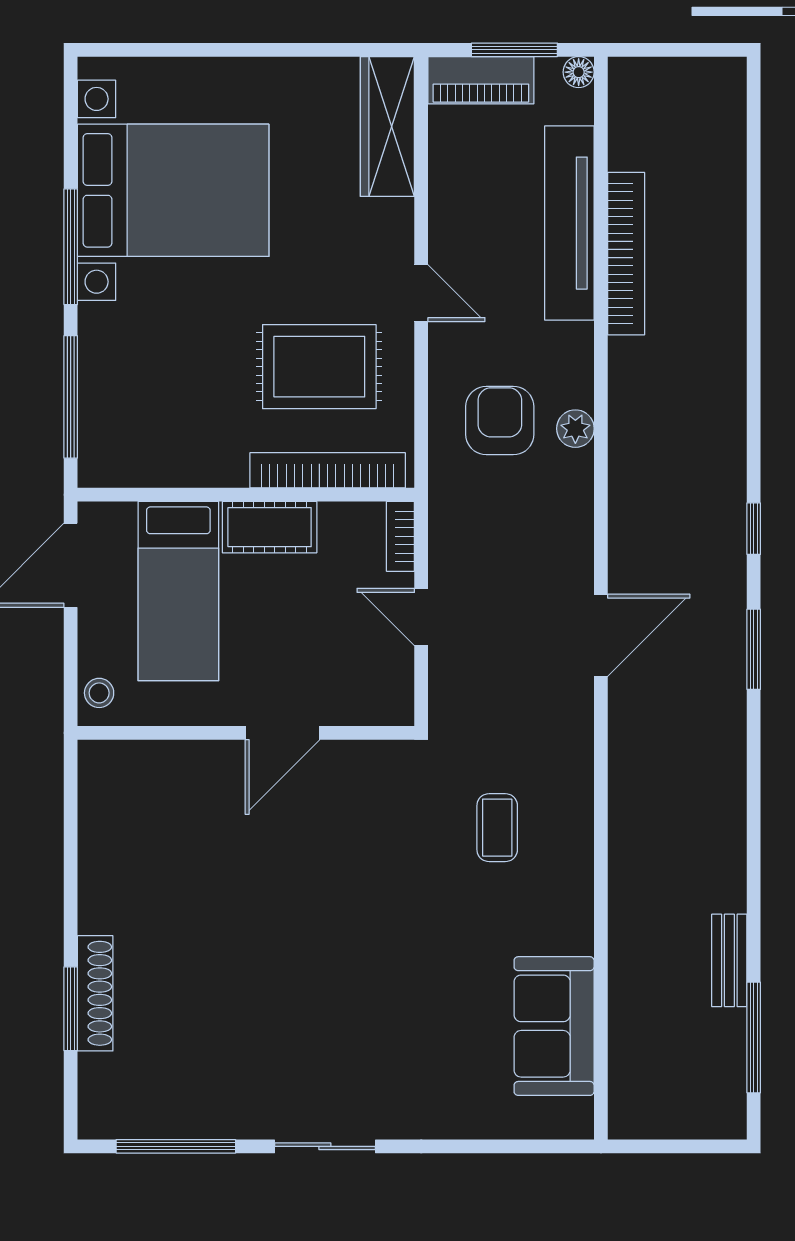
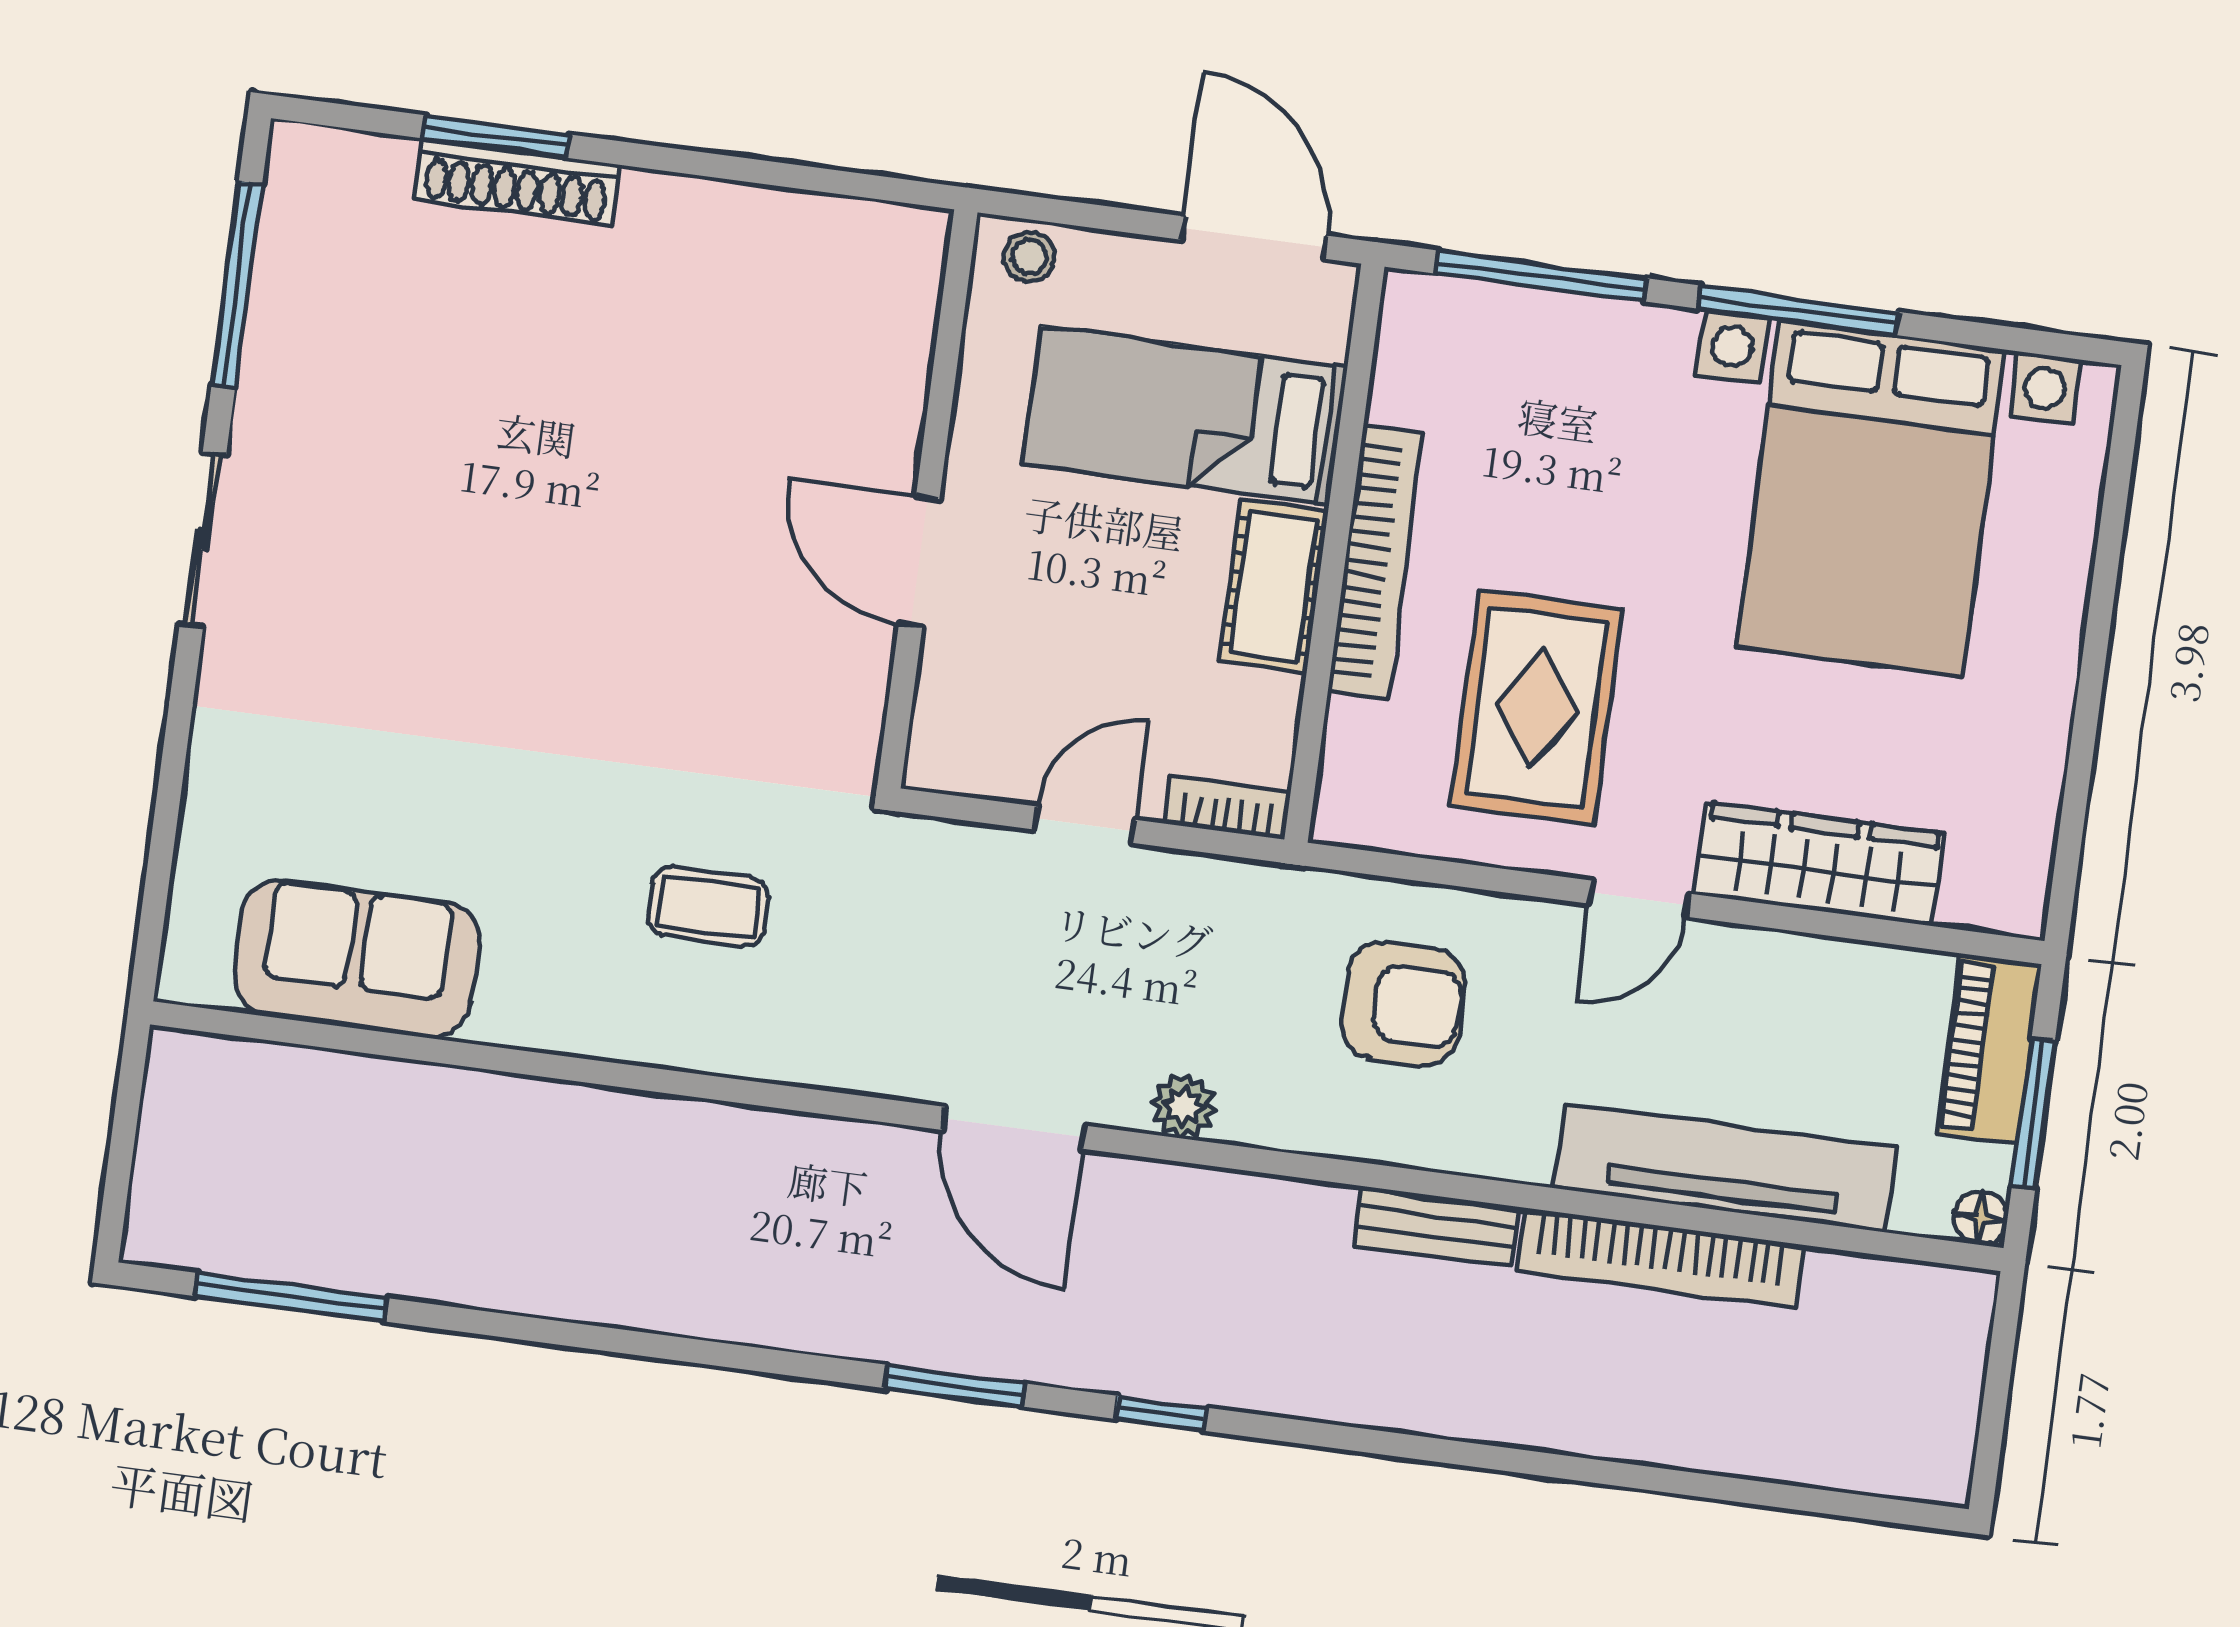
wardrobe: (387, 127) -> (1820, 864), moved
plant: (575, 429) -> (1184, 1106), moved
bookcase: (328, 470) -> (1376, 562), moved
bench: (729, 960) -> (1436, 1227), moved

